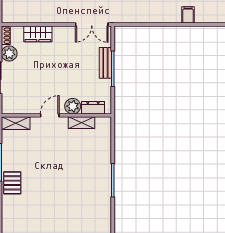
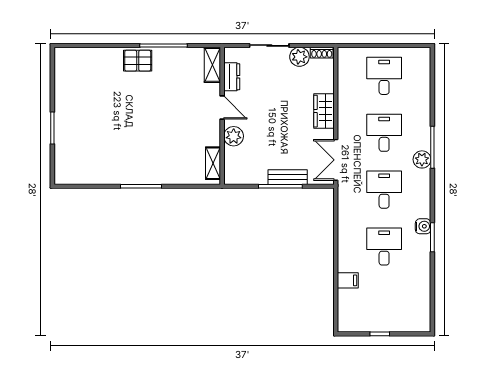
wardrobe: (38, 34) -> (324, 111), moved
dresser: (93, 108) -> (232, 77), moved
shelving: (81, 123) -> (213, 163), moved

